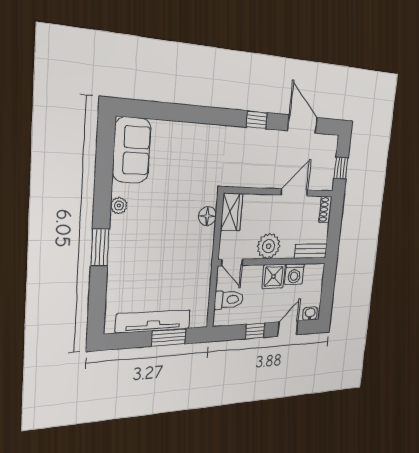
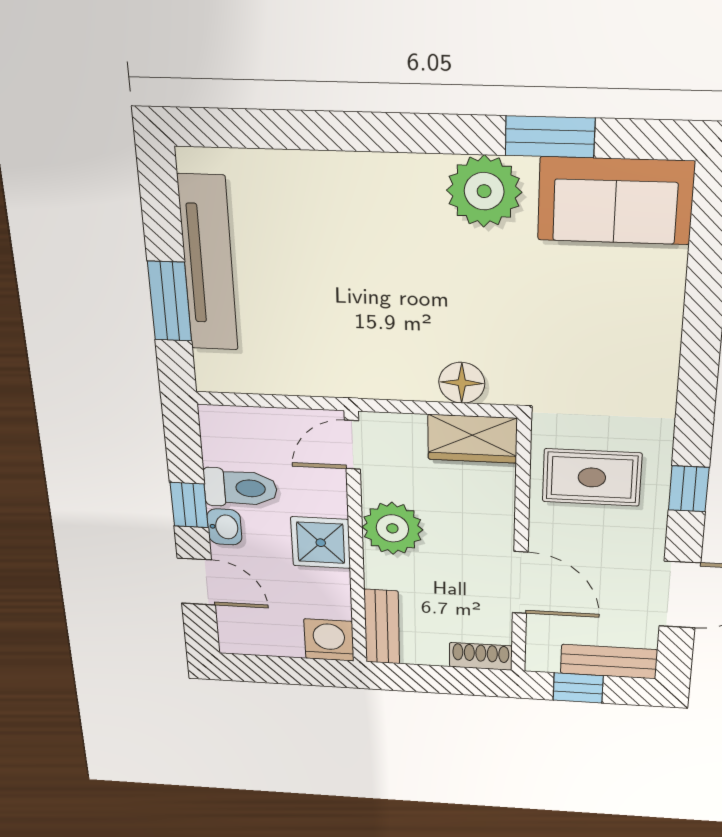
bench: (330, 155) -> (609, 662), added
rug: (250, 161) -> (592, 477), added
plant: (119, 206) -> (484, 191), width x1.88, depth x1.88
window: (100, 247) -> (550, 137), moved
washing machine: (294, 274) -> (329, 640), moved, turned 90
toilet: (229, 300) -> (240, 488), moved, turned -90
washbasin: (310, 313) -> (224, 527), moved

